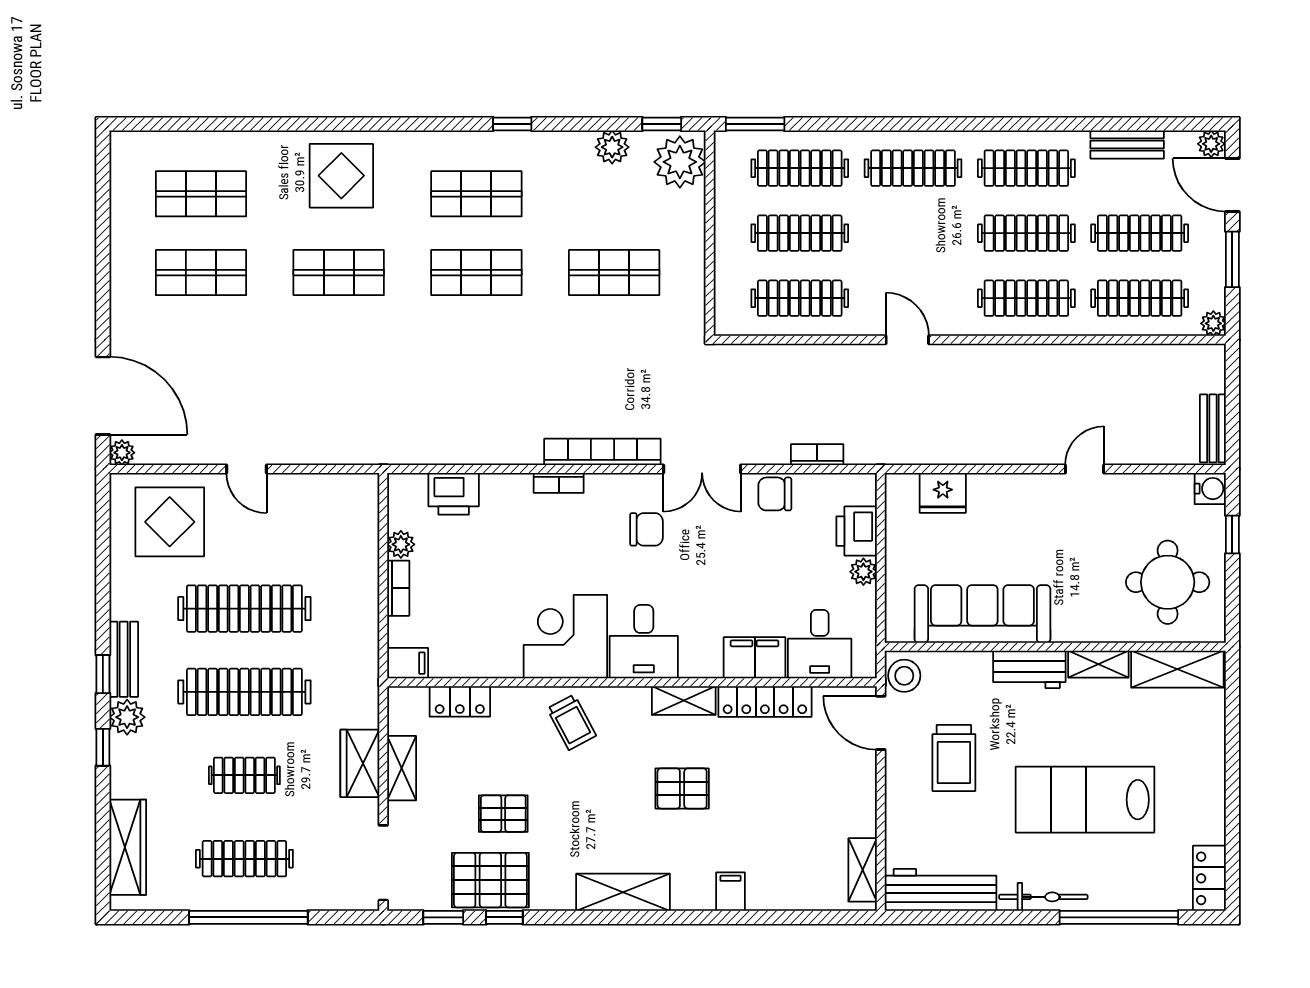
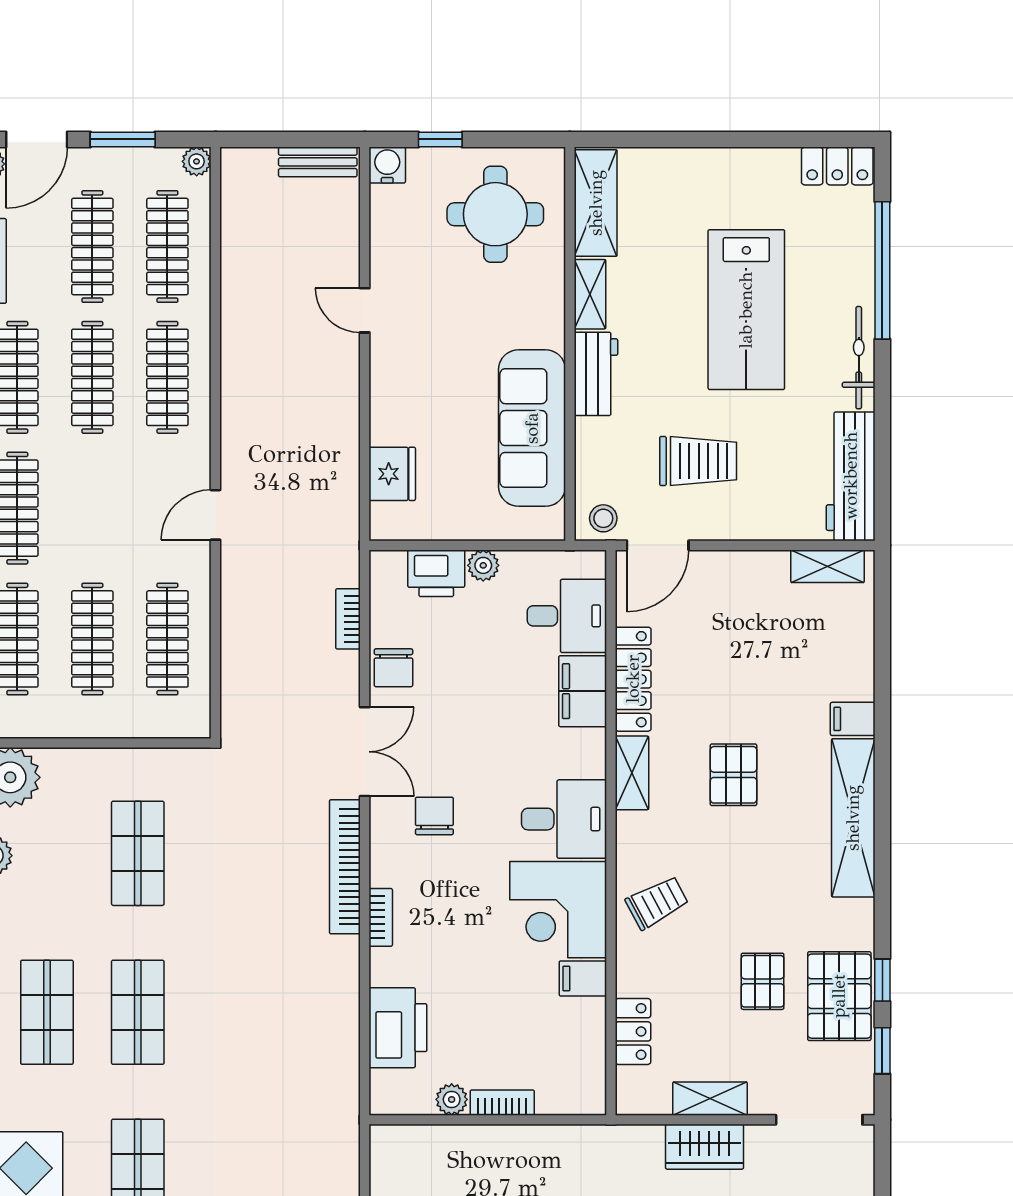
printer: (454, 494) -> (398, 1028), width x1.37, depth x1.19
filing cabinet: (408, 663) -> (583, 978), moved, turned -90
stool: (904, 676) -> (603, 518), width x0.73, depth x0.73
shelving: (623, 892) -> (853, 818), width x1.47

